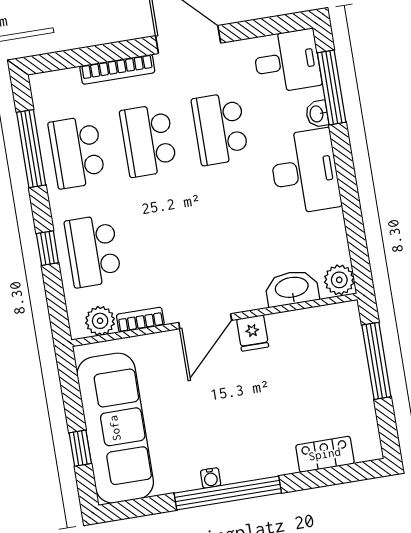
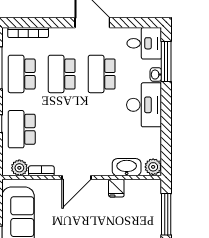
bookcase: (117, 69) -> (28, 32), moved
fridge: (253, 333) -> (116, 188), moved

